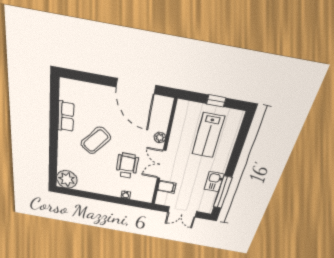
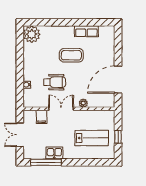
lab bench: (208, 136) -> (92, 138), turned 180
coffee table: (96, 141) -> (71, 55), turned -39

